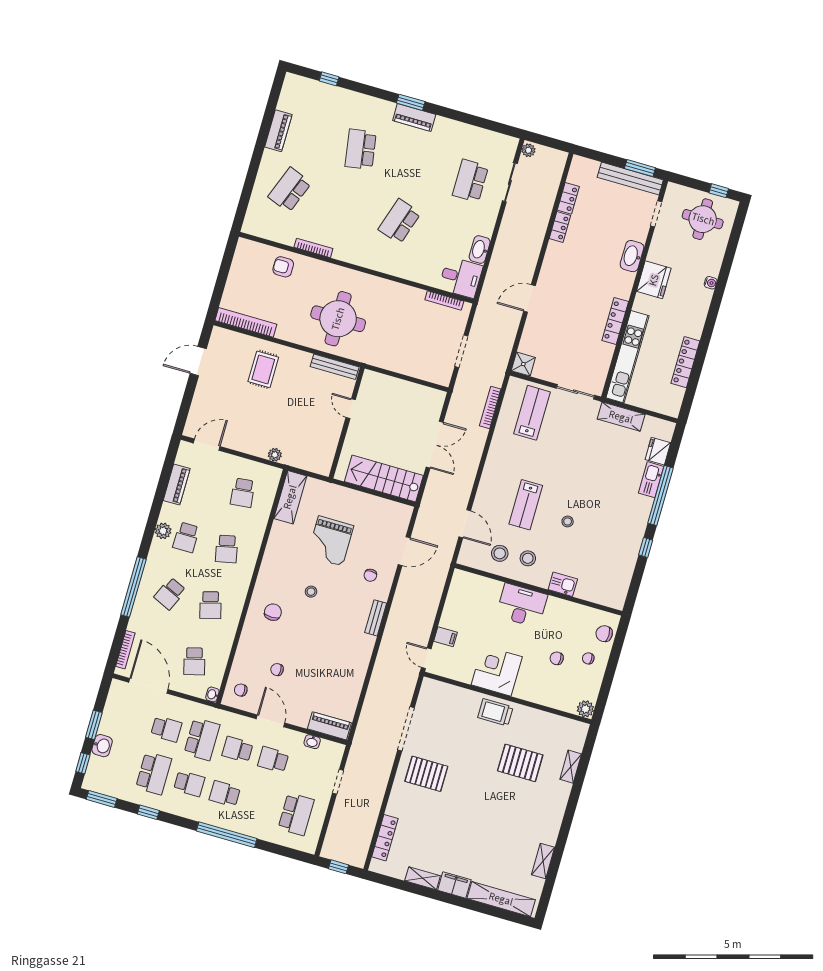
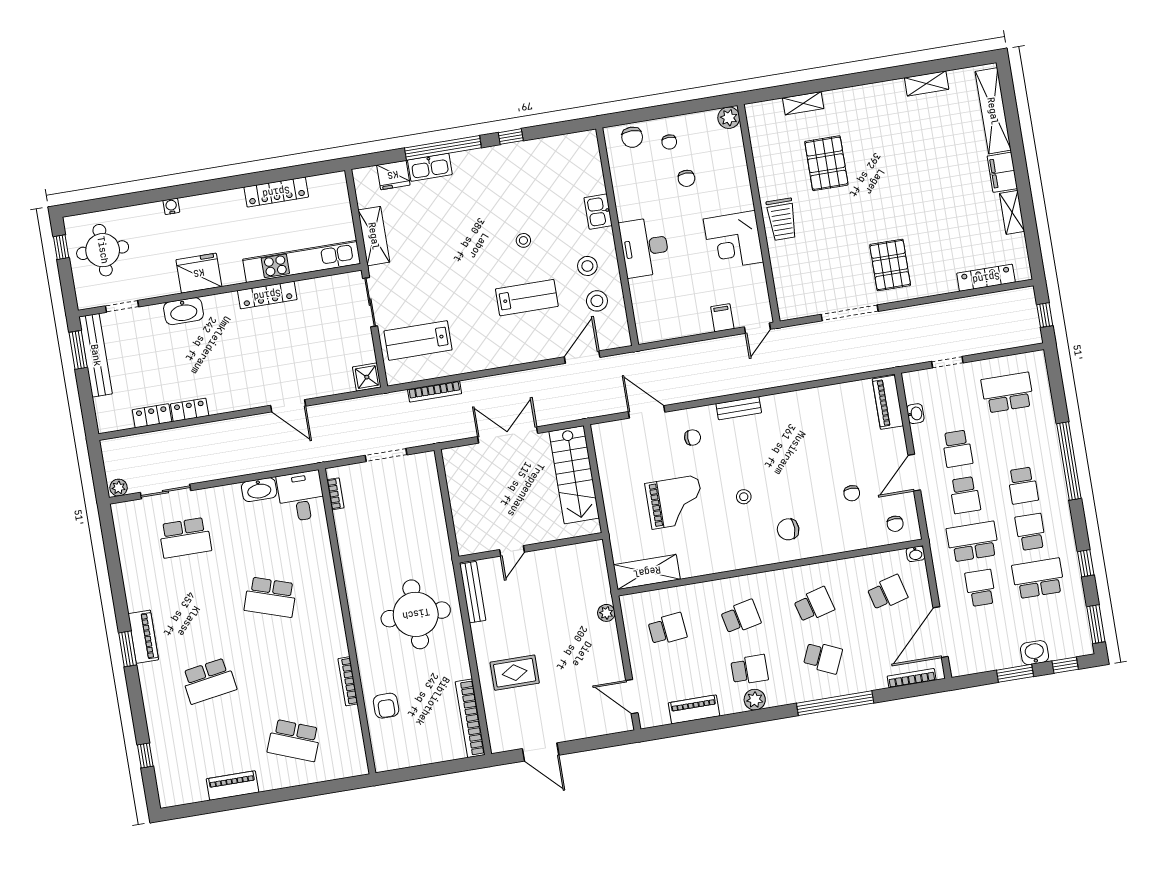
bookcase: (444, 300) -> (335, 494), width x0.64

